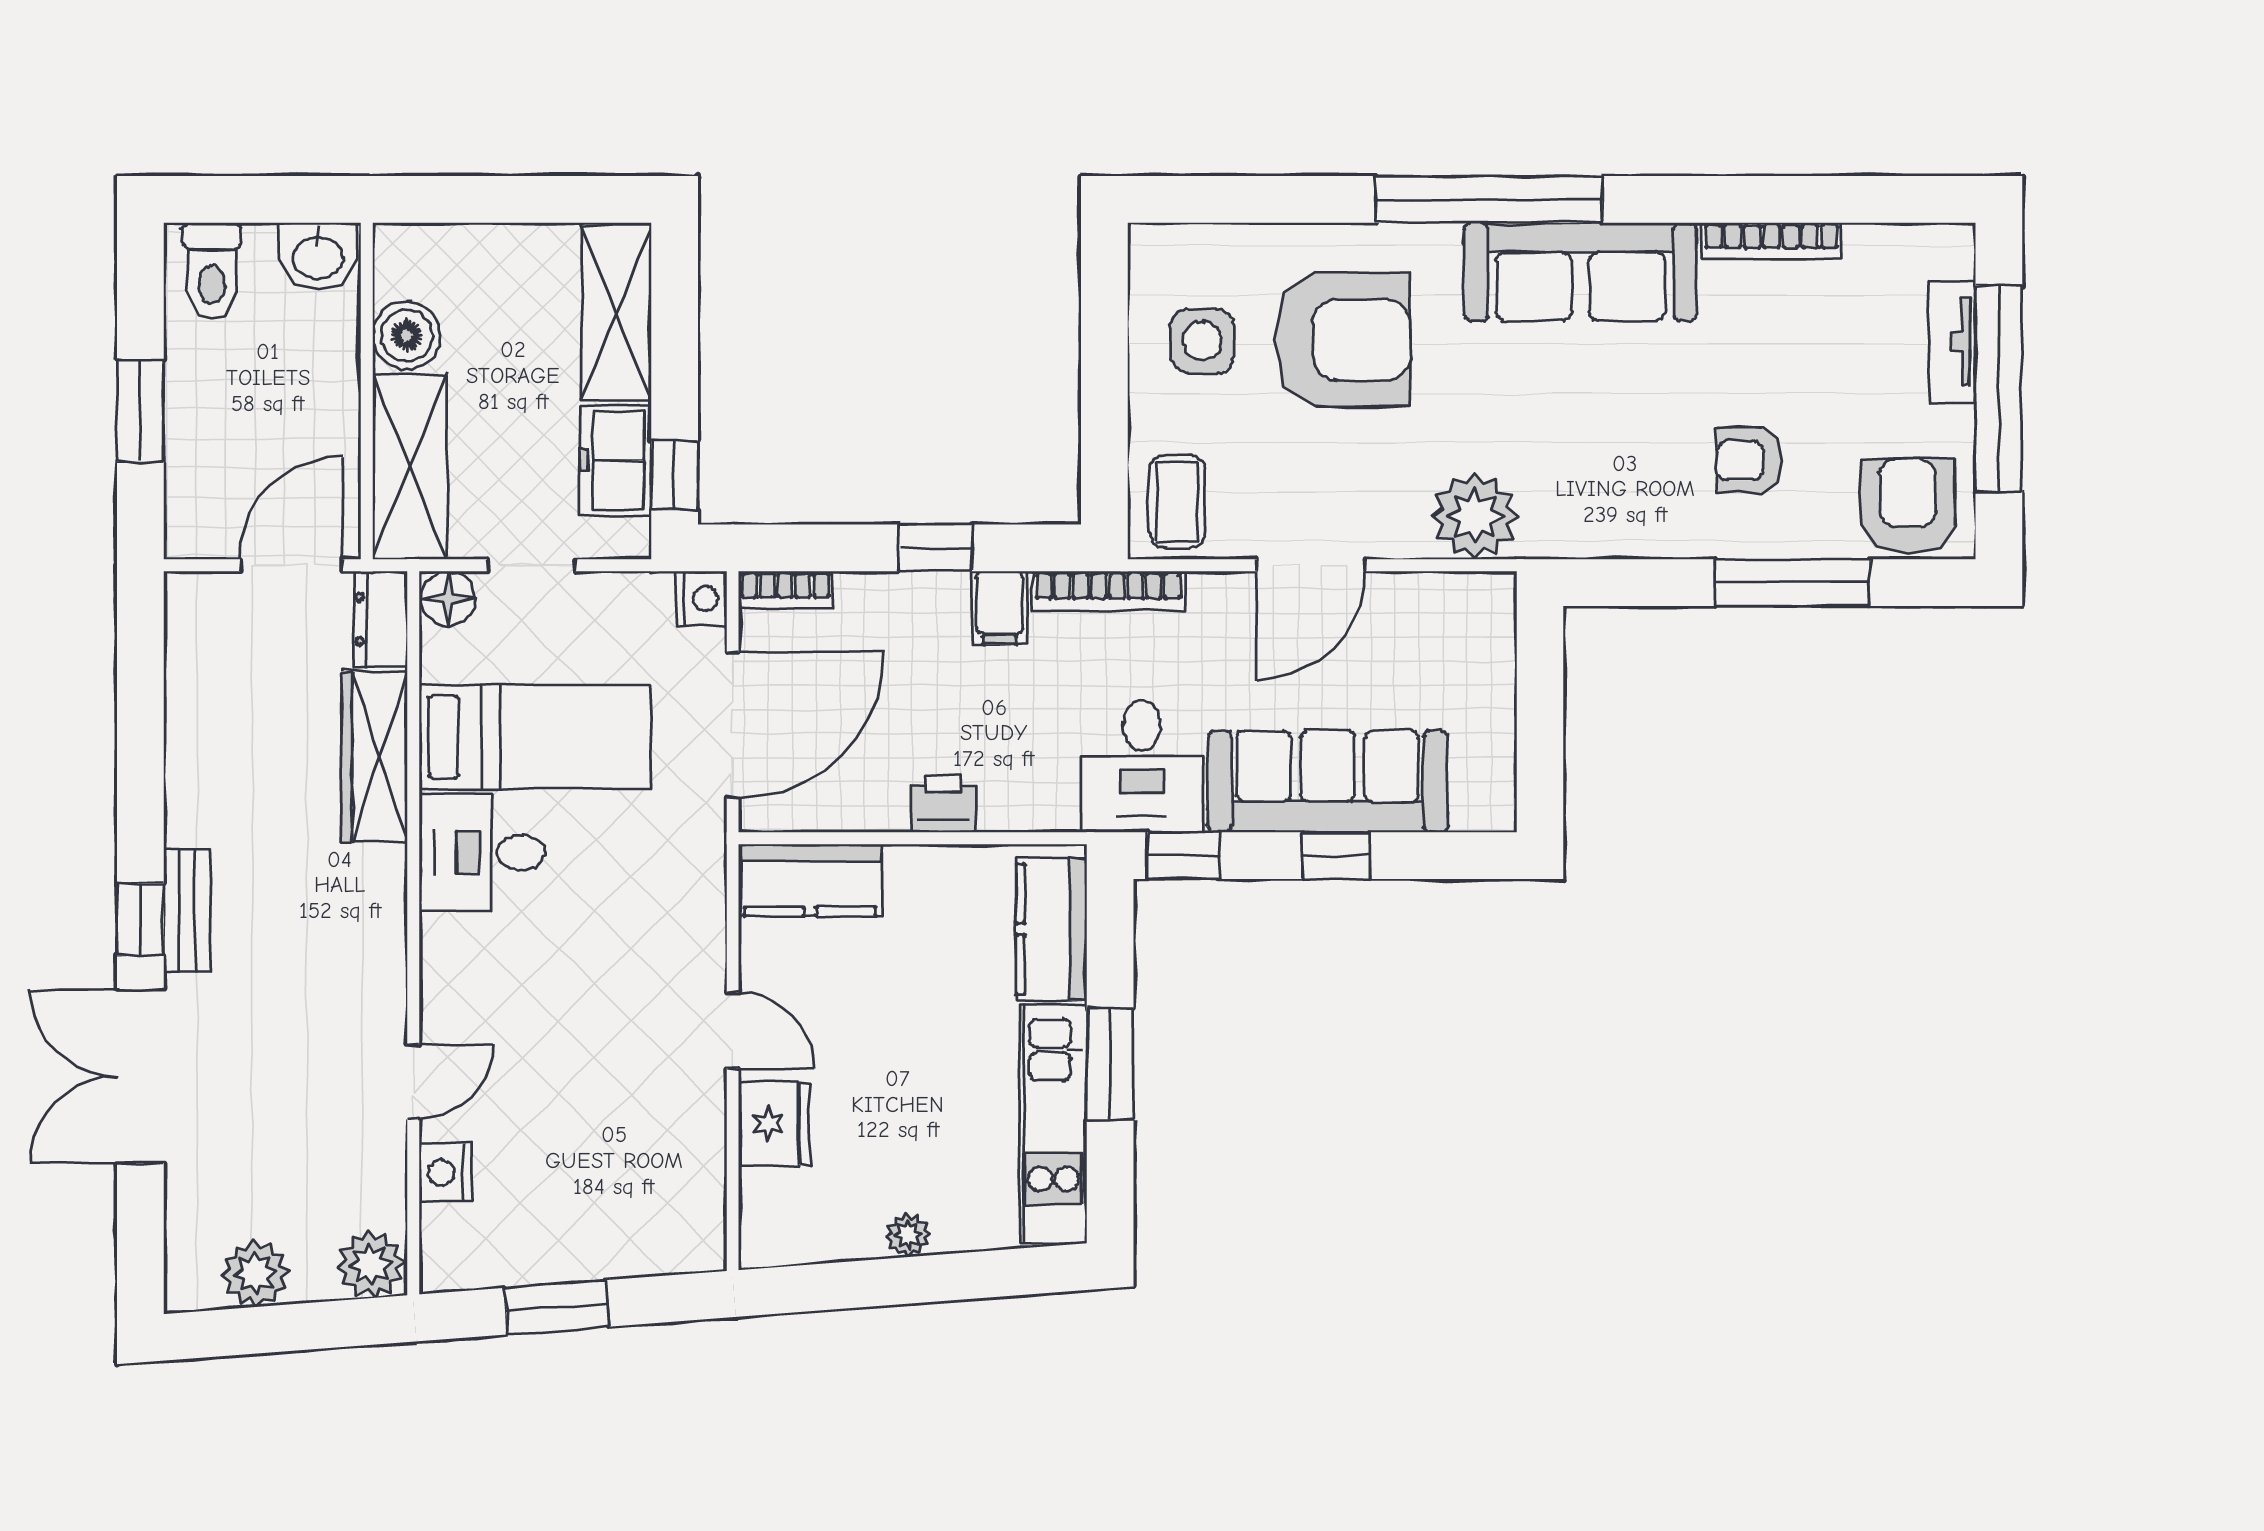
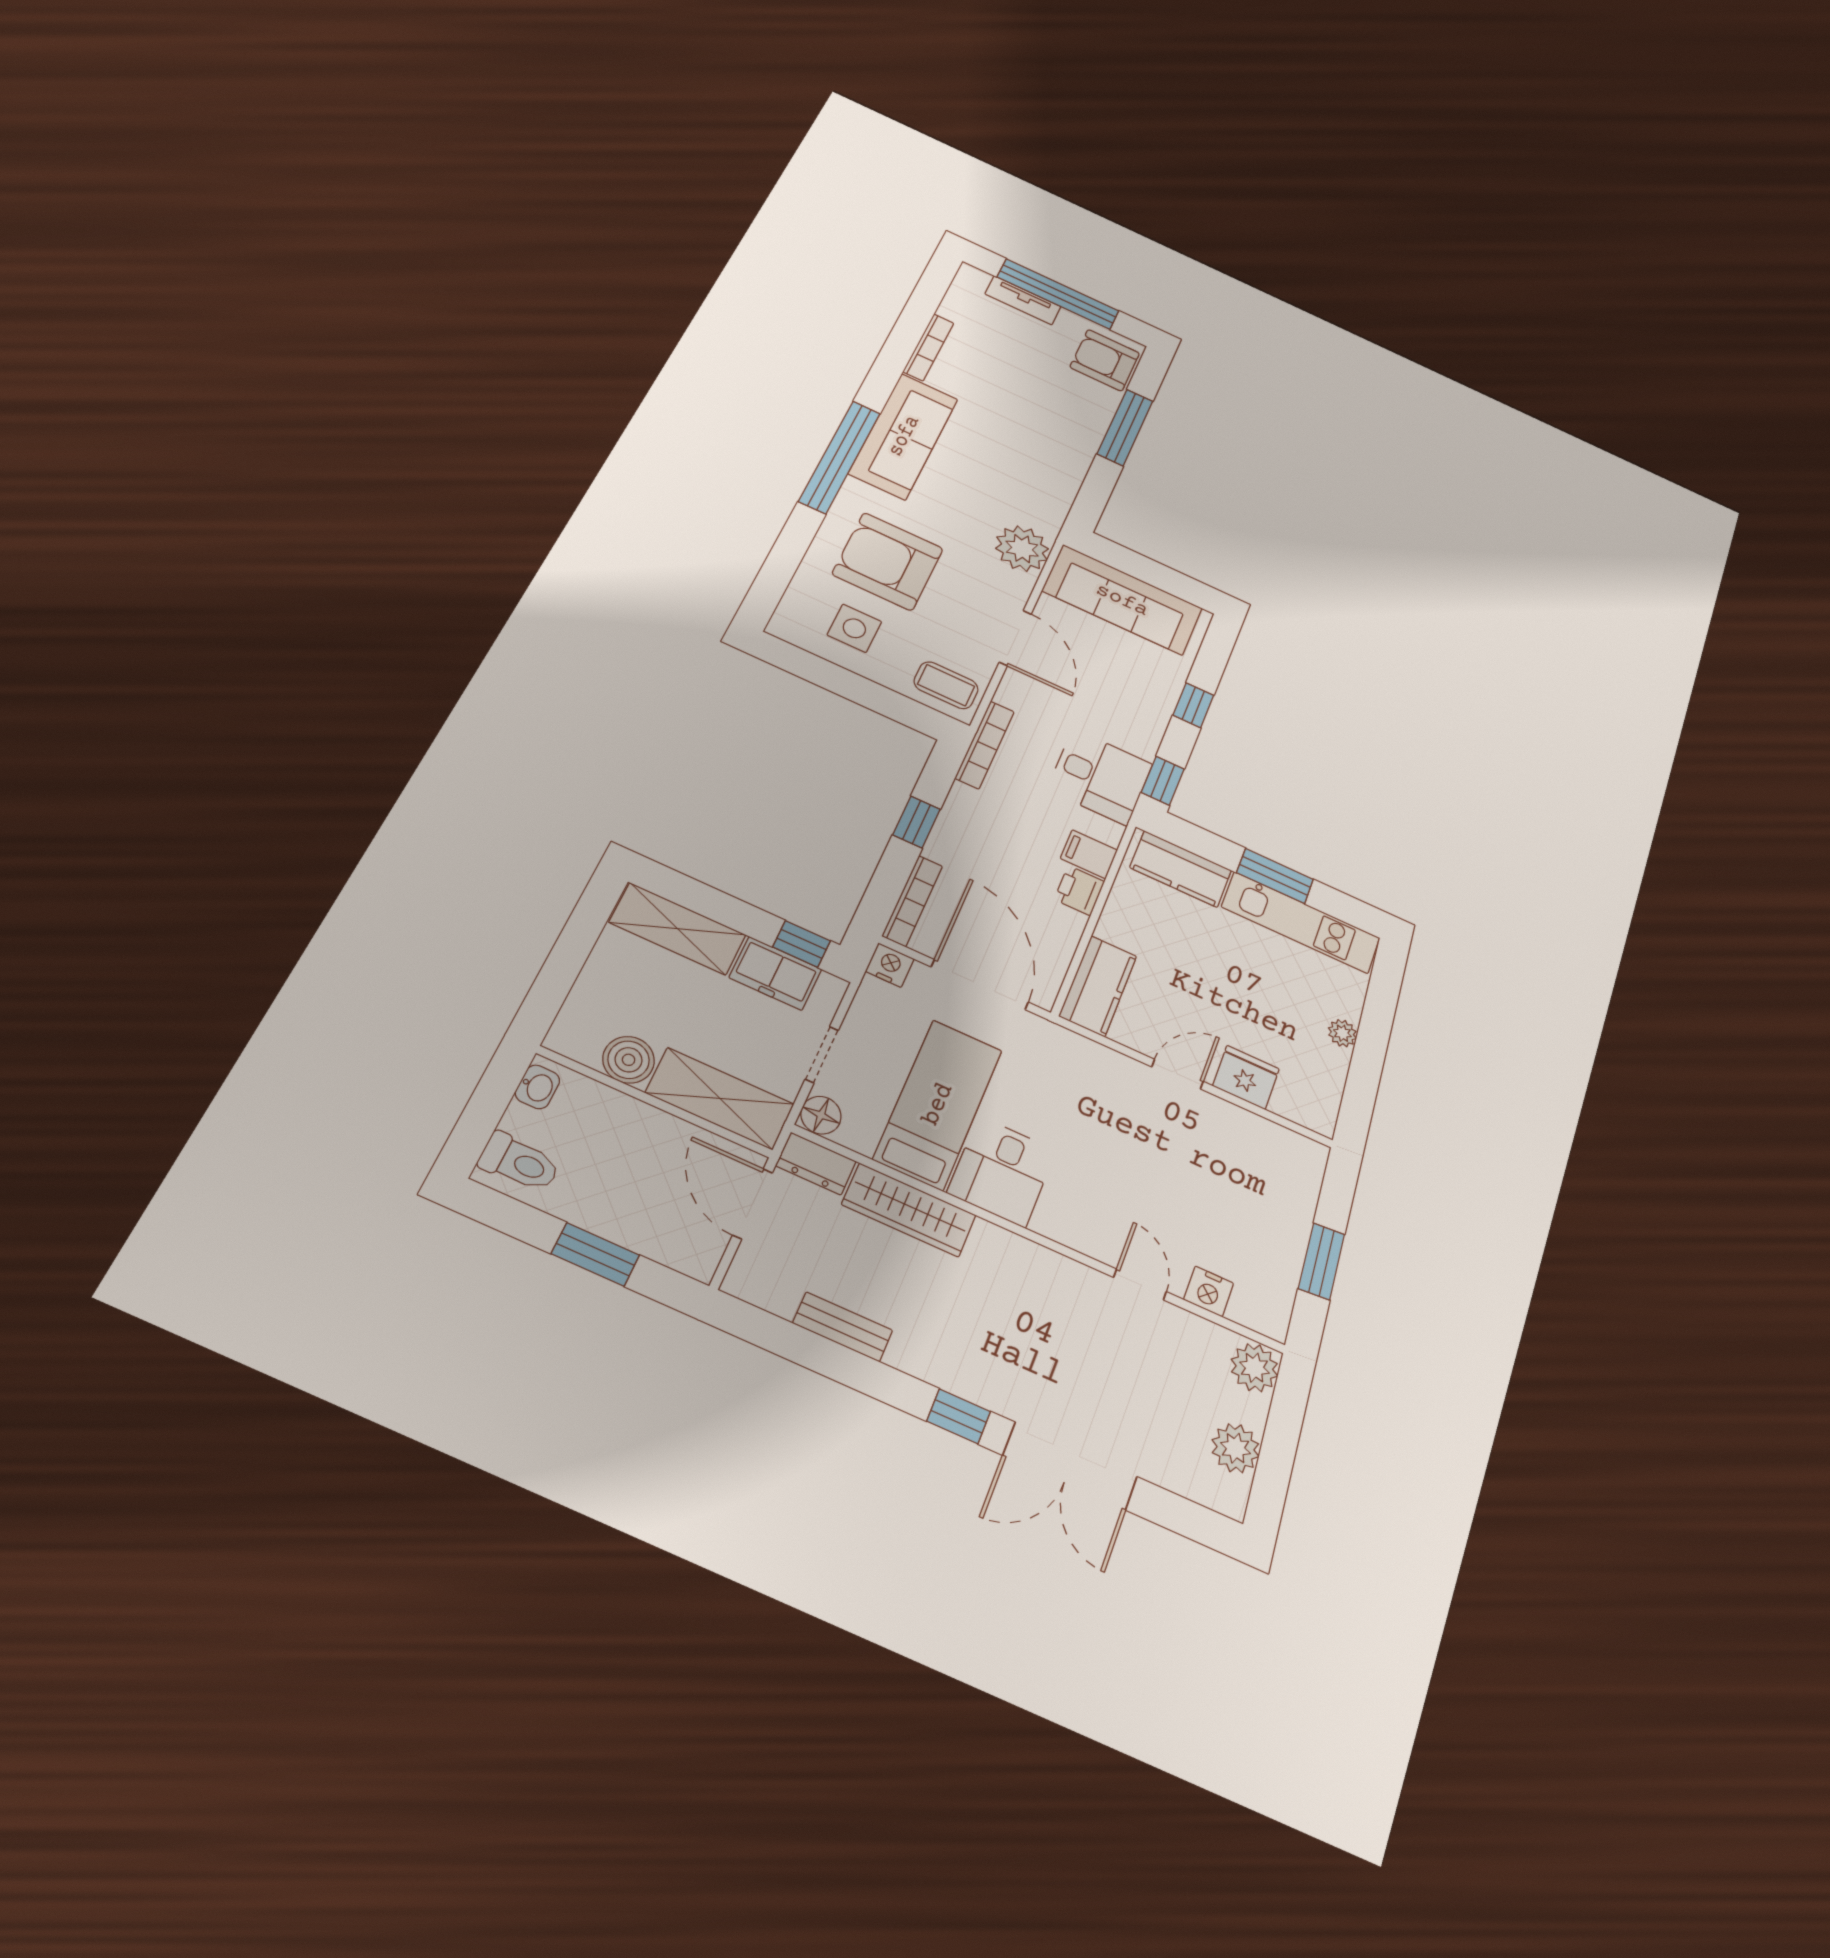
washbasin: (318, 256) -> (537, 1087), width x0.72, depth x0.69
armchair: (1343, 340) -> (888, 561), turned -90
armchair: (1749, 460) -> (1048, 414), removed
bookcase: (785, 590) -> (912, 901), width x1.56
filing cabinet: (1000, 608) -> (1089, 854), moved, turned 180
sofa: (1328, 781) -> (1122, 600), moved, turned -90
bench: (187, 910) -> (843, 1327), moved

